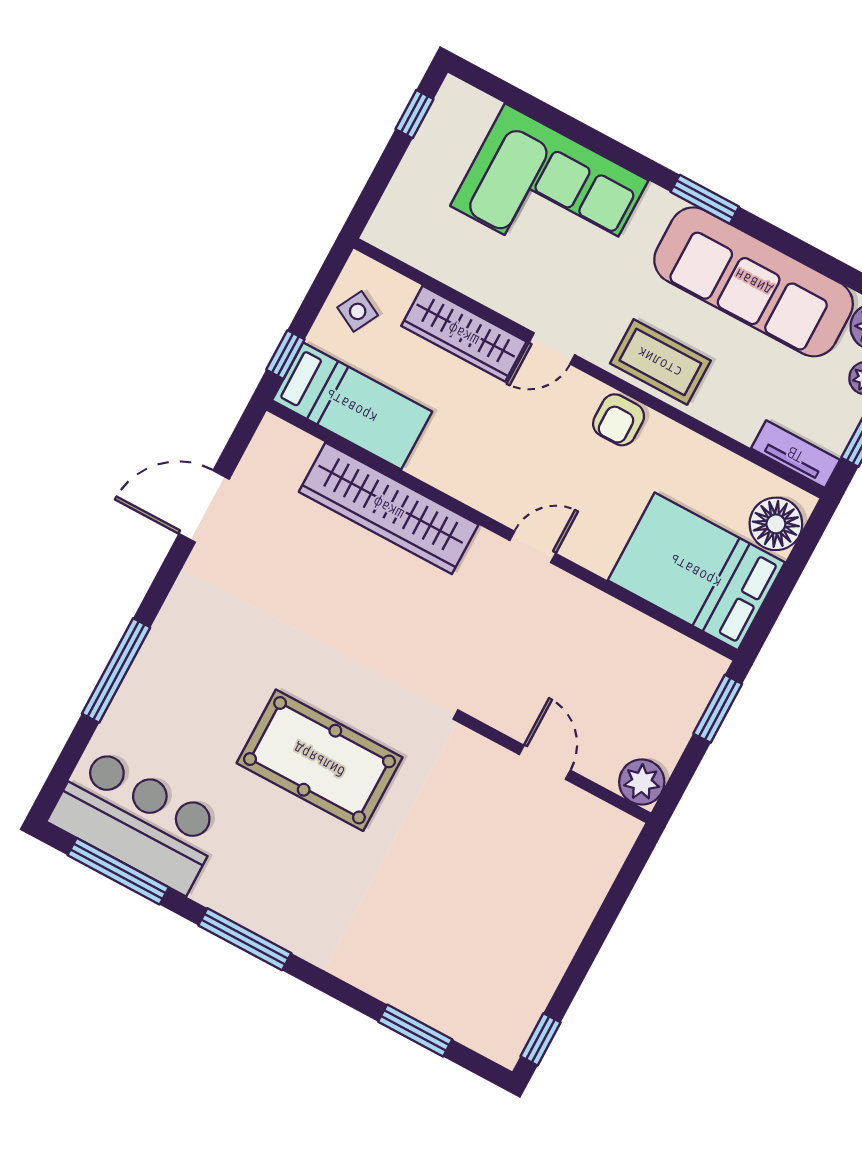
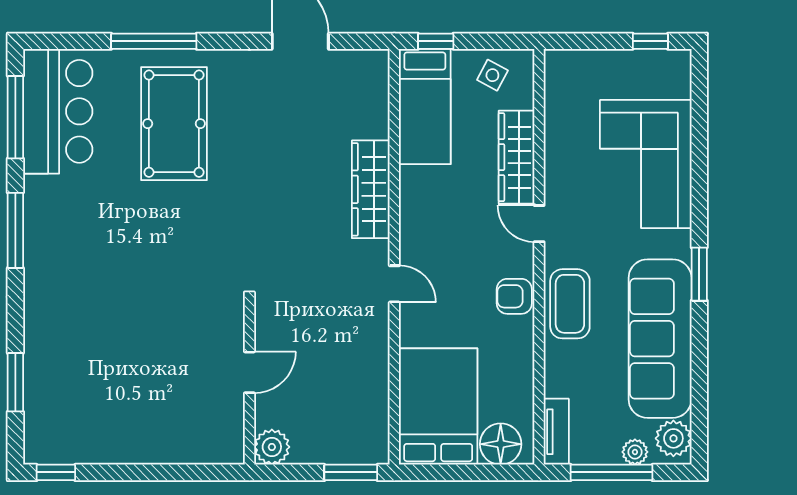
wardrobe: (389, 508) -> (371, 189), width x0.71, depth x0.85
pool table: (320, 760) -> (174, 124), moved

